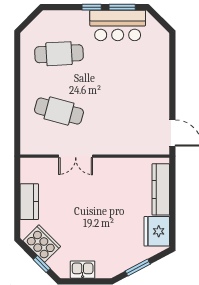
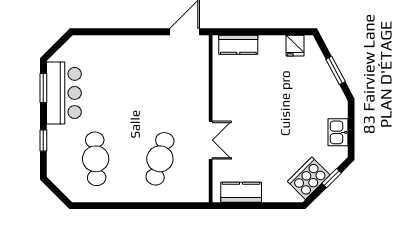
window: (92, 7) -> (43, 140), moved
kitchen counter: (161, 189) -> (238, 45), width x0.67
kitchen counter: (29, 202) -> (241, 192), moved
fridge: (157, 231) -> (295, 46), width x0.53, depth x0.75

